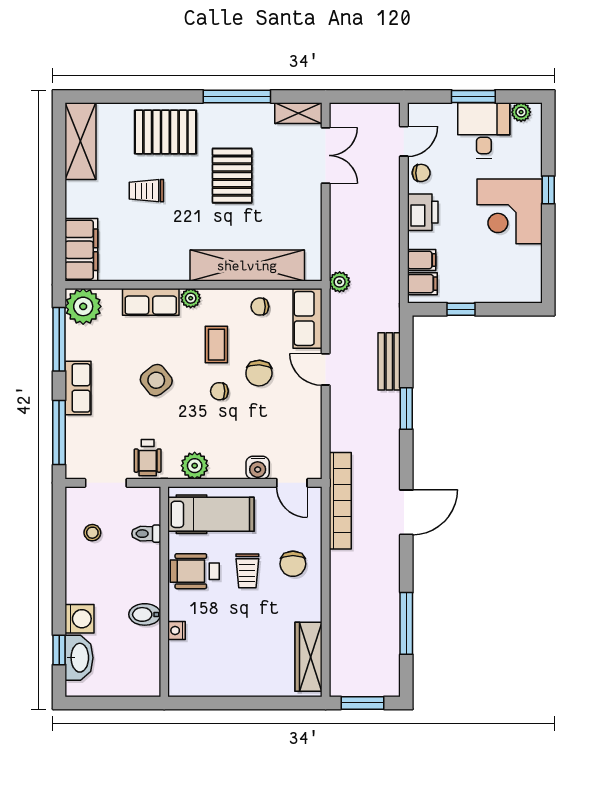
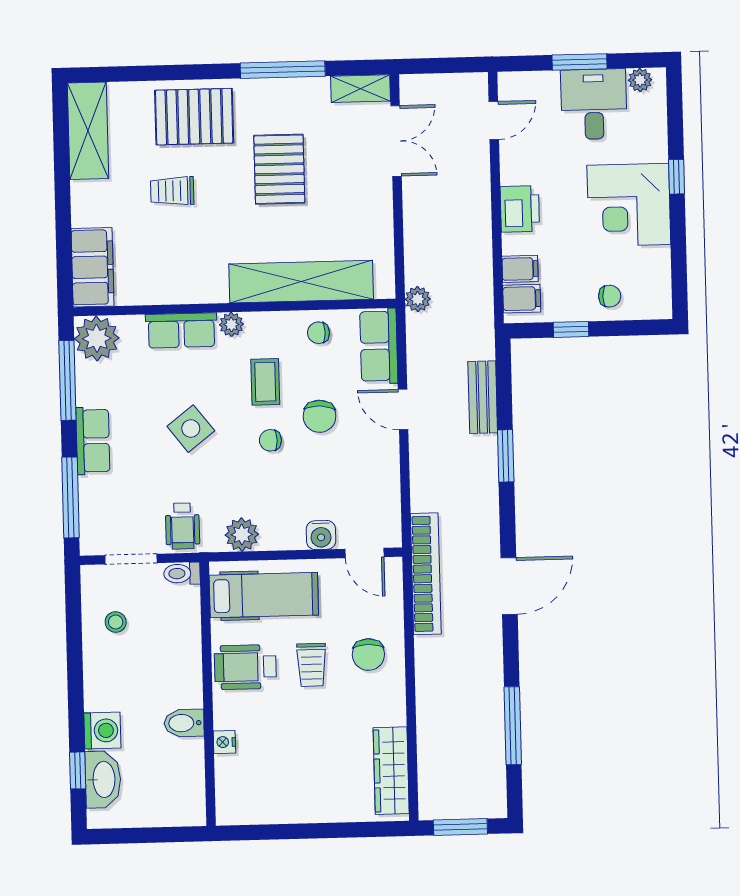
chair: (421, 173) -> (610, 296), moved
toilet: (146, 534) -> (182, 573), moved

